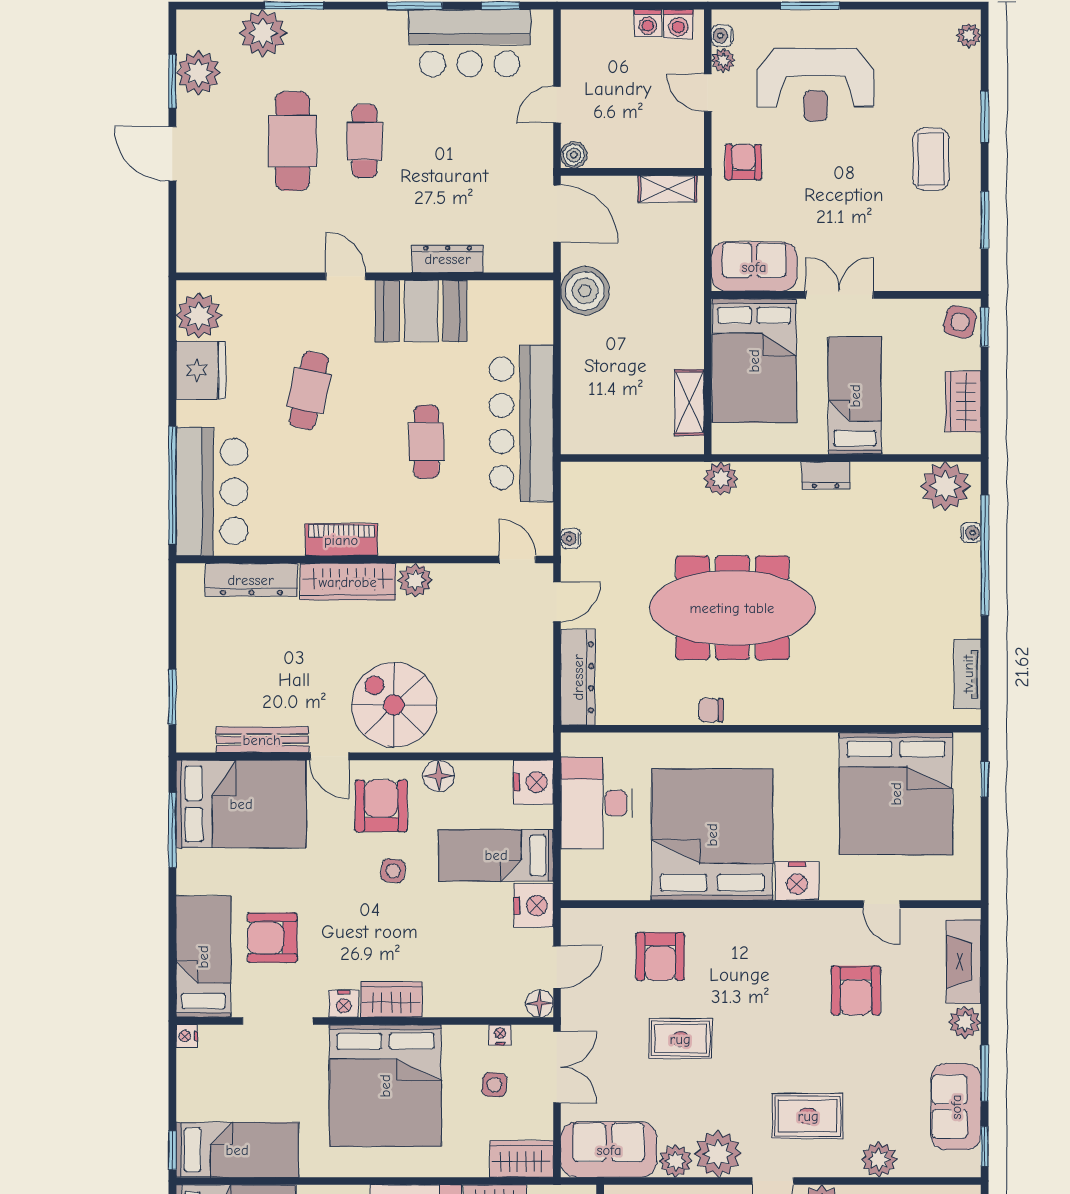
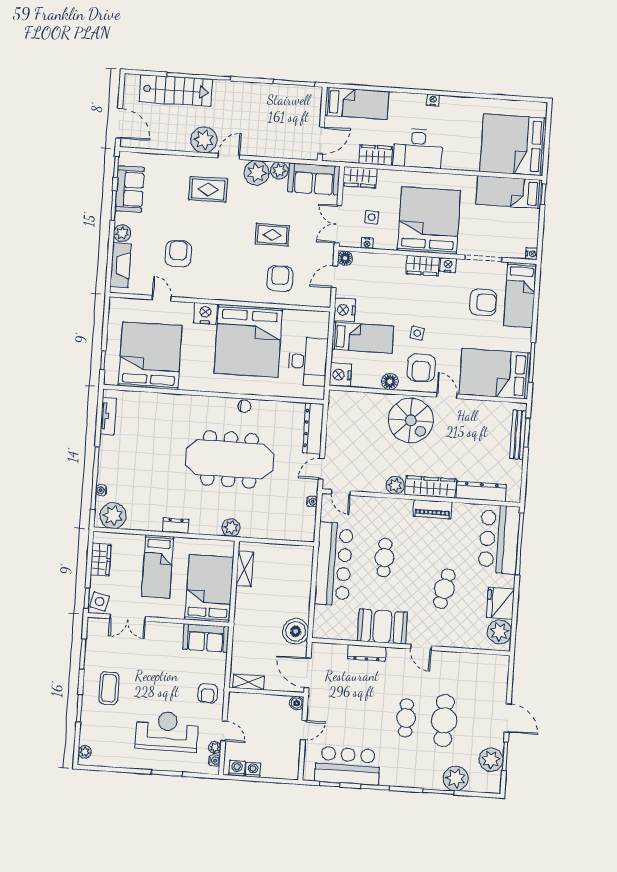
double door: (839, 295) -> (128, 618), moved
bench: (262, 740) -> (518, 435), moved, turned 90
plant: (879, 1159) -> (172, 164), removed

